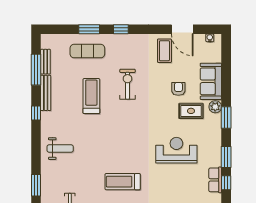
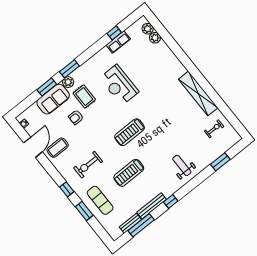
exercise bike: (128, 84) -> (88, 165), moved
window: (226, 157) -> (47, 87), moved
treadmill: (123, 182) -> (130, 132), moved, turned 90

